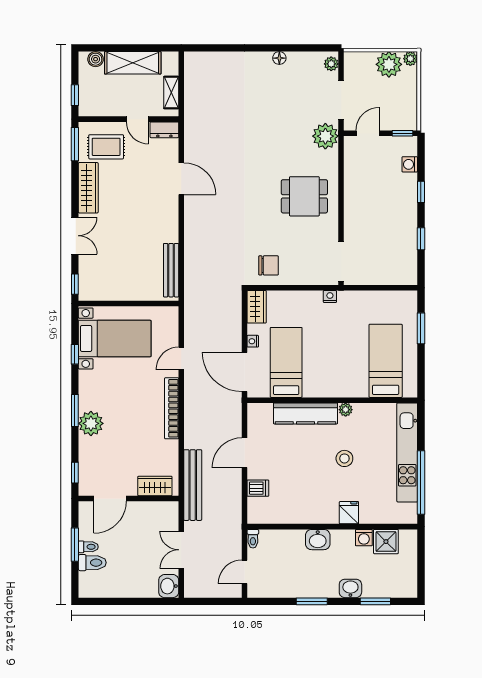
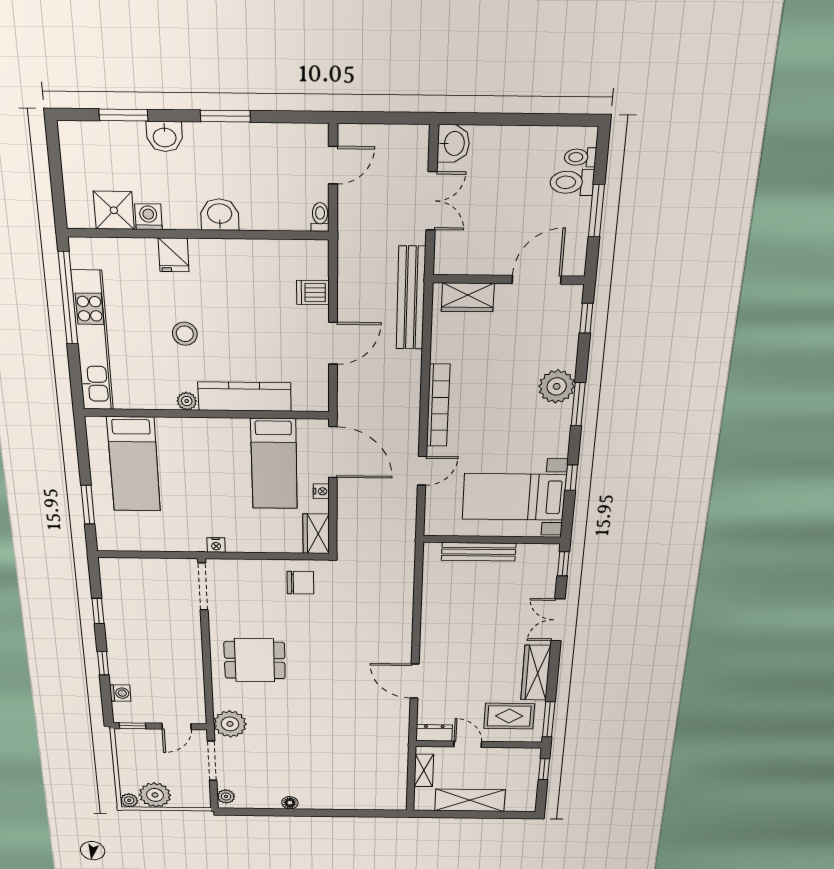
boiler: (96, 59) -> (515, 804), removed
chair: (269, 265) -> (300, 583), turned 180
bench: (171, 270) -> (479, 552), moved, turned 90
toilet: (88, 547) -> (580, 157), moved

